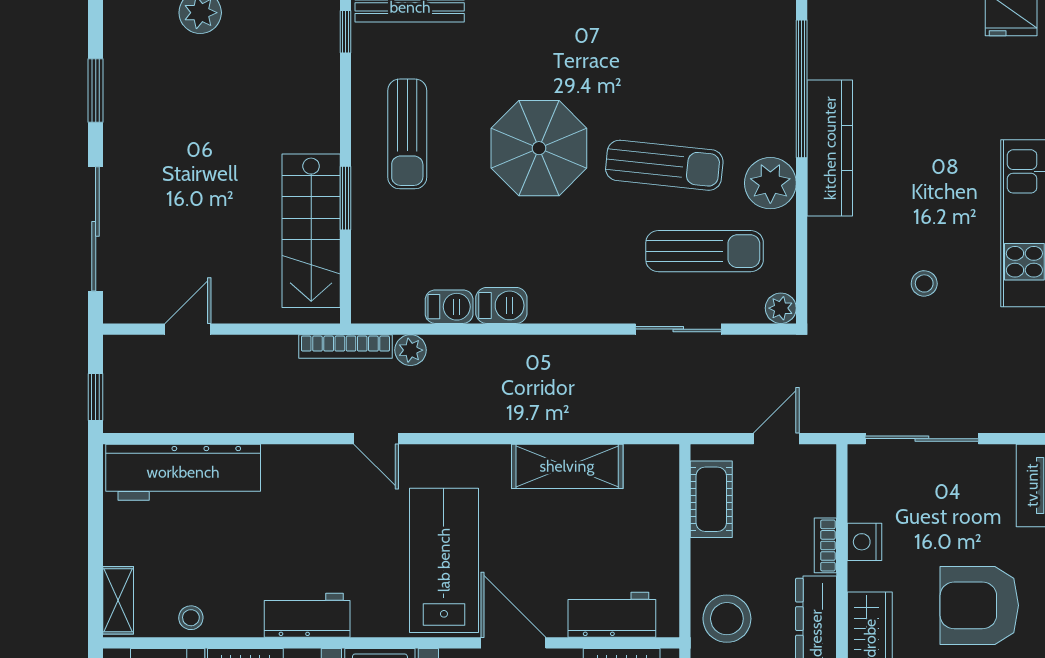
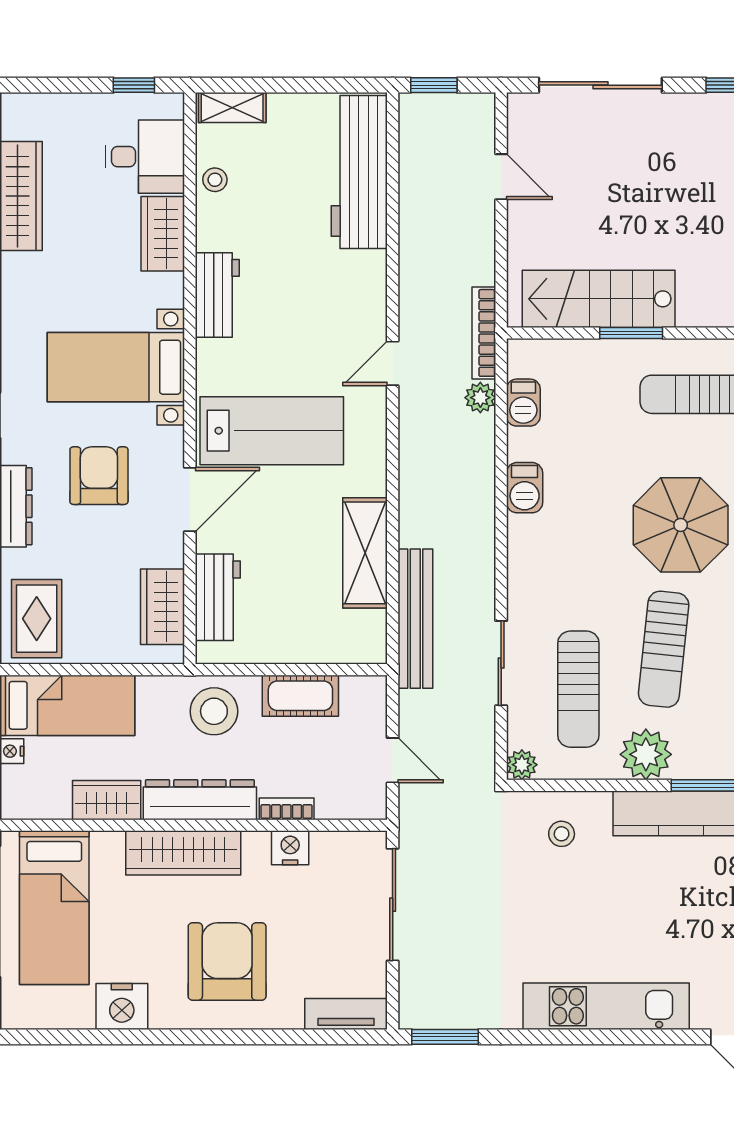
stool: (924, 283) -> (562, 834), moved
barbecue: (449, 307) -> (523, 403), moved
bench: (633, 416) -> (415, 619), added
cot: (711, 499) -> (300, 696), moved

